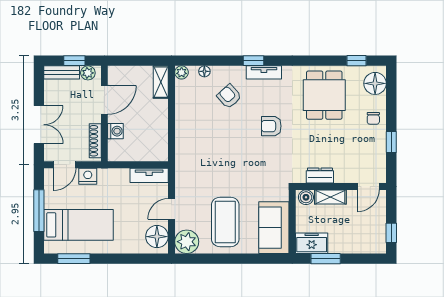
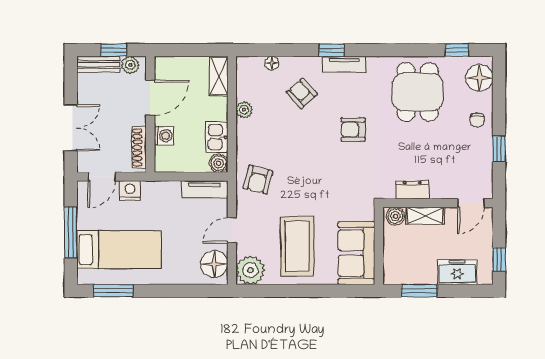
plant: (182, 72) -> (244, 110), moved
kitchen sink: (159, 132) -> (217, 137), added
boiler: (161, 154) -> (219, 163), added
armchair: (193, 167) -> (258, 179), added
freezer: (312, 243) -> (457, 272), moved

